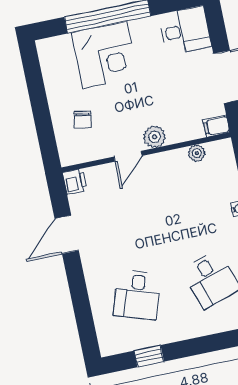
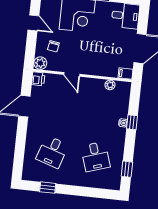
door: (37, 92) -> (33, 23), added
plant: (155, 137) -> (40, 63), moved
door: (128, 156) -> (72, 74), hinge flipped

